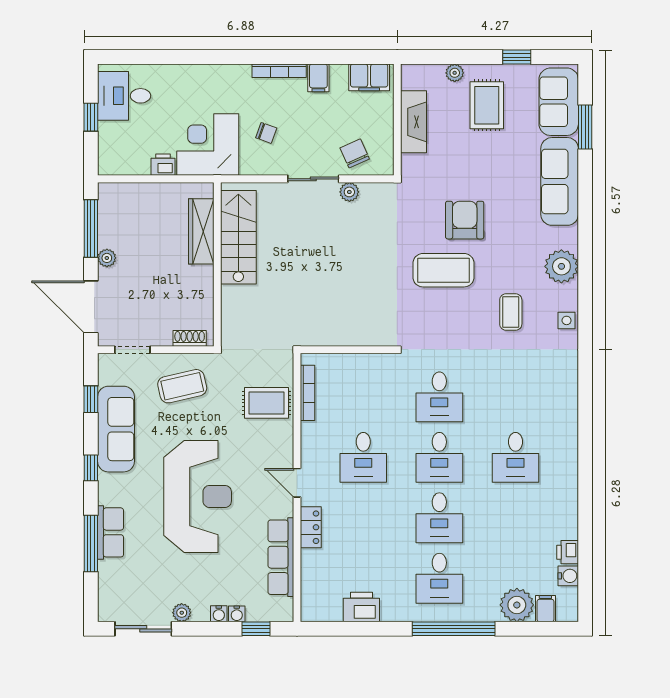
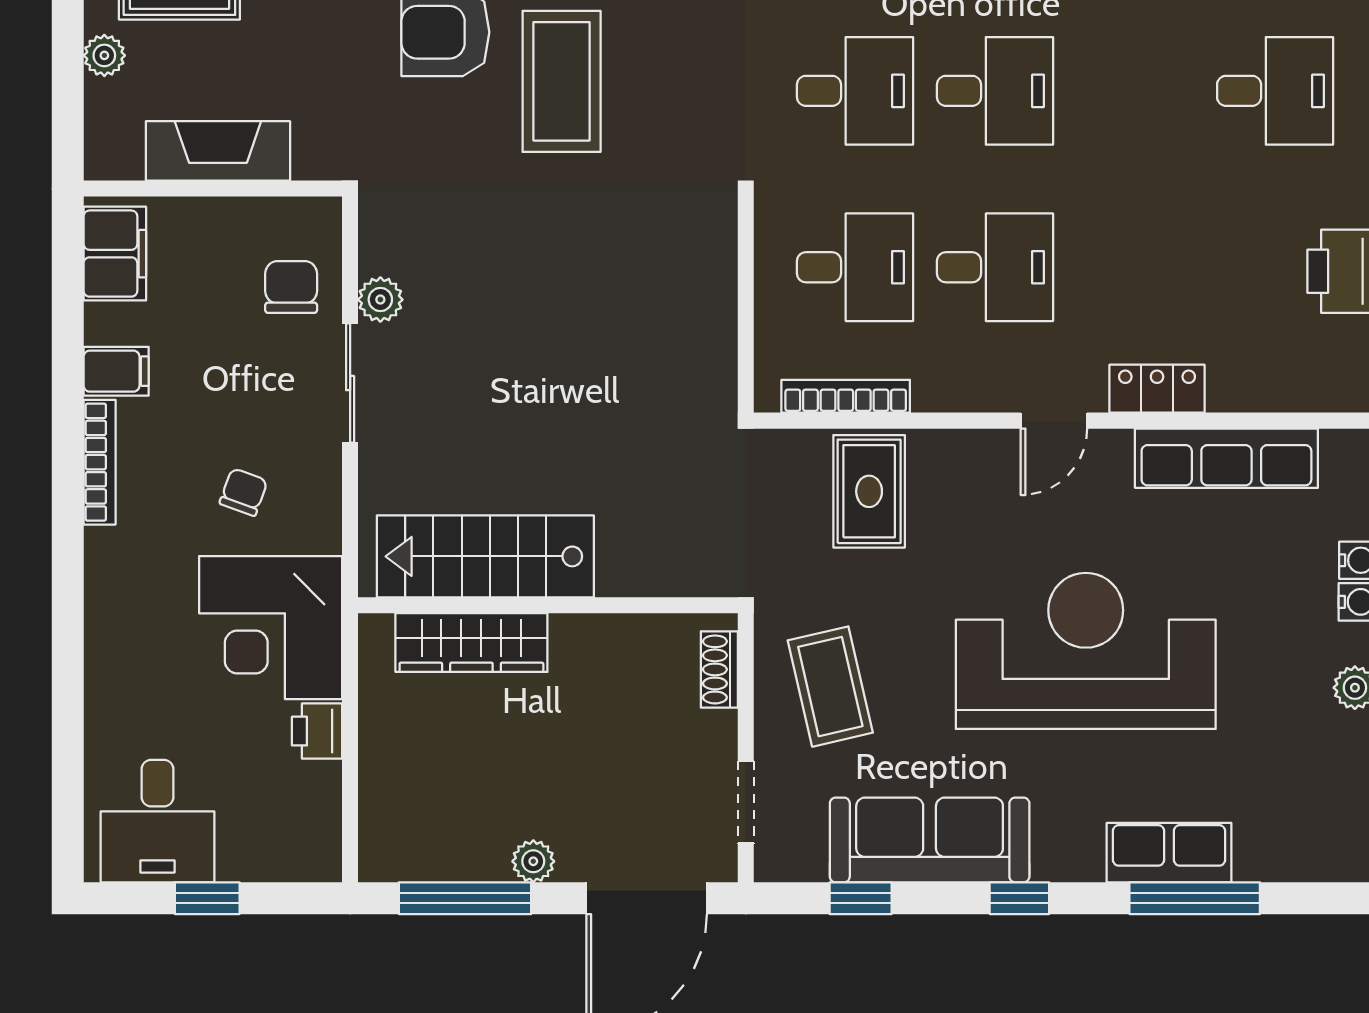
chair: (355, 153) -> (291, 287), turned 114
desk: (439, 518) -> (855, 267), moved

